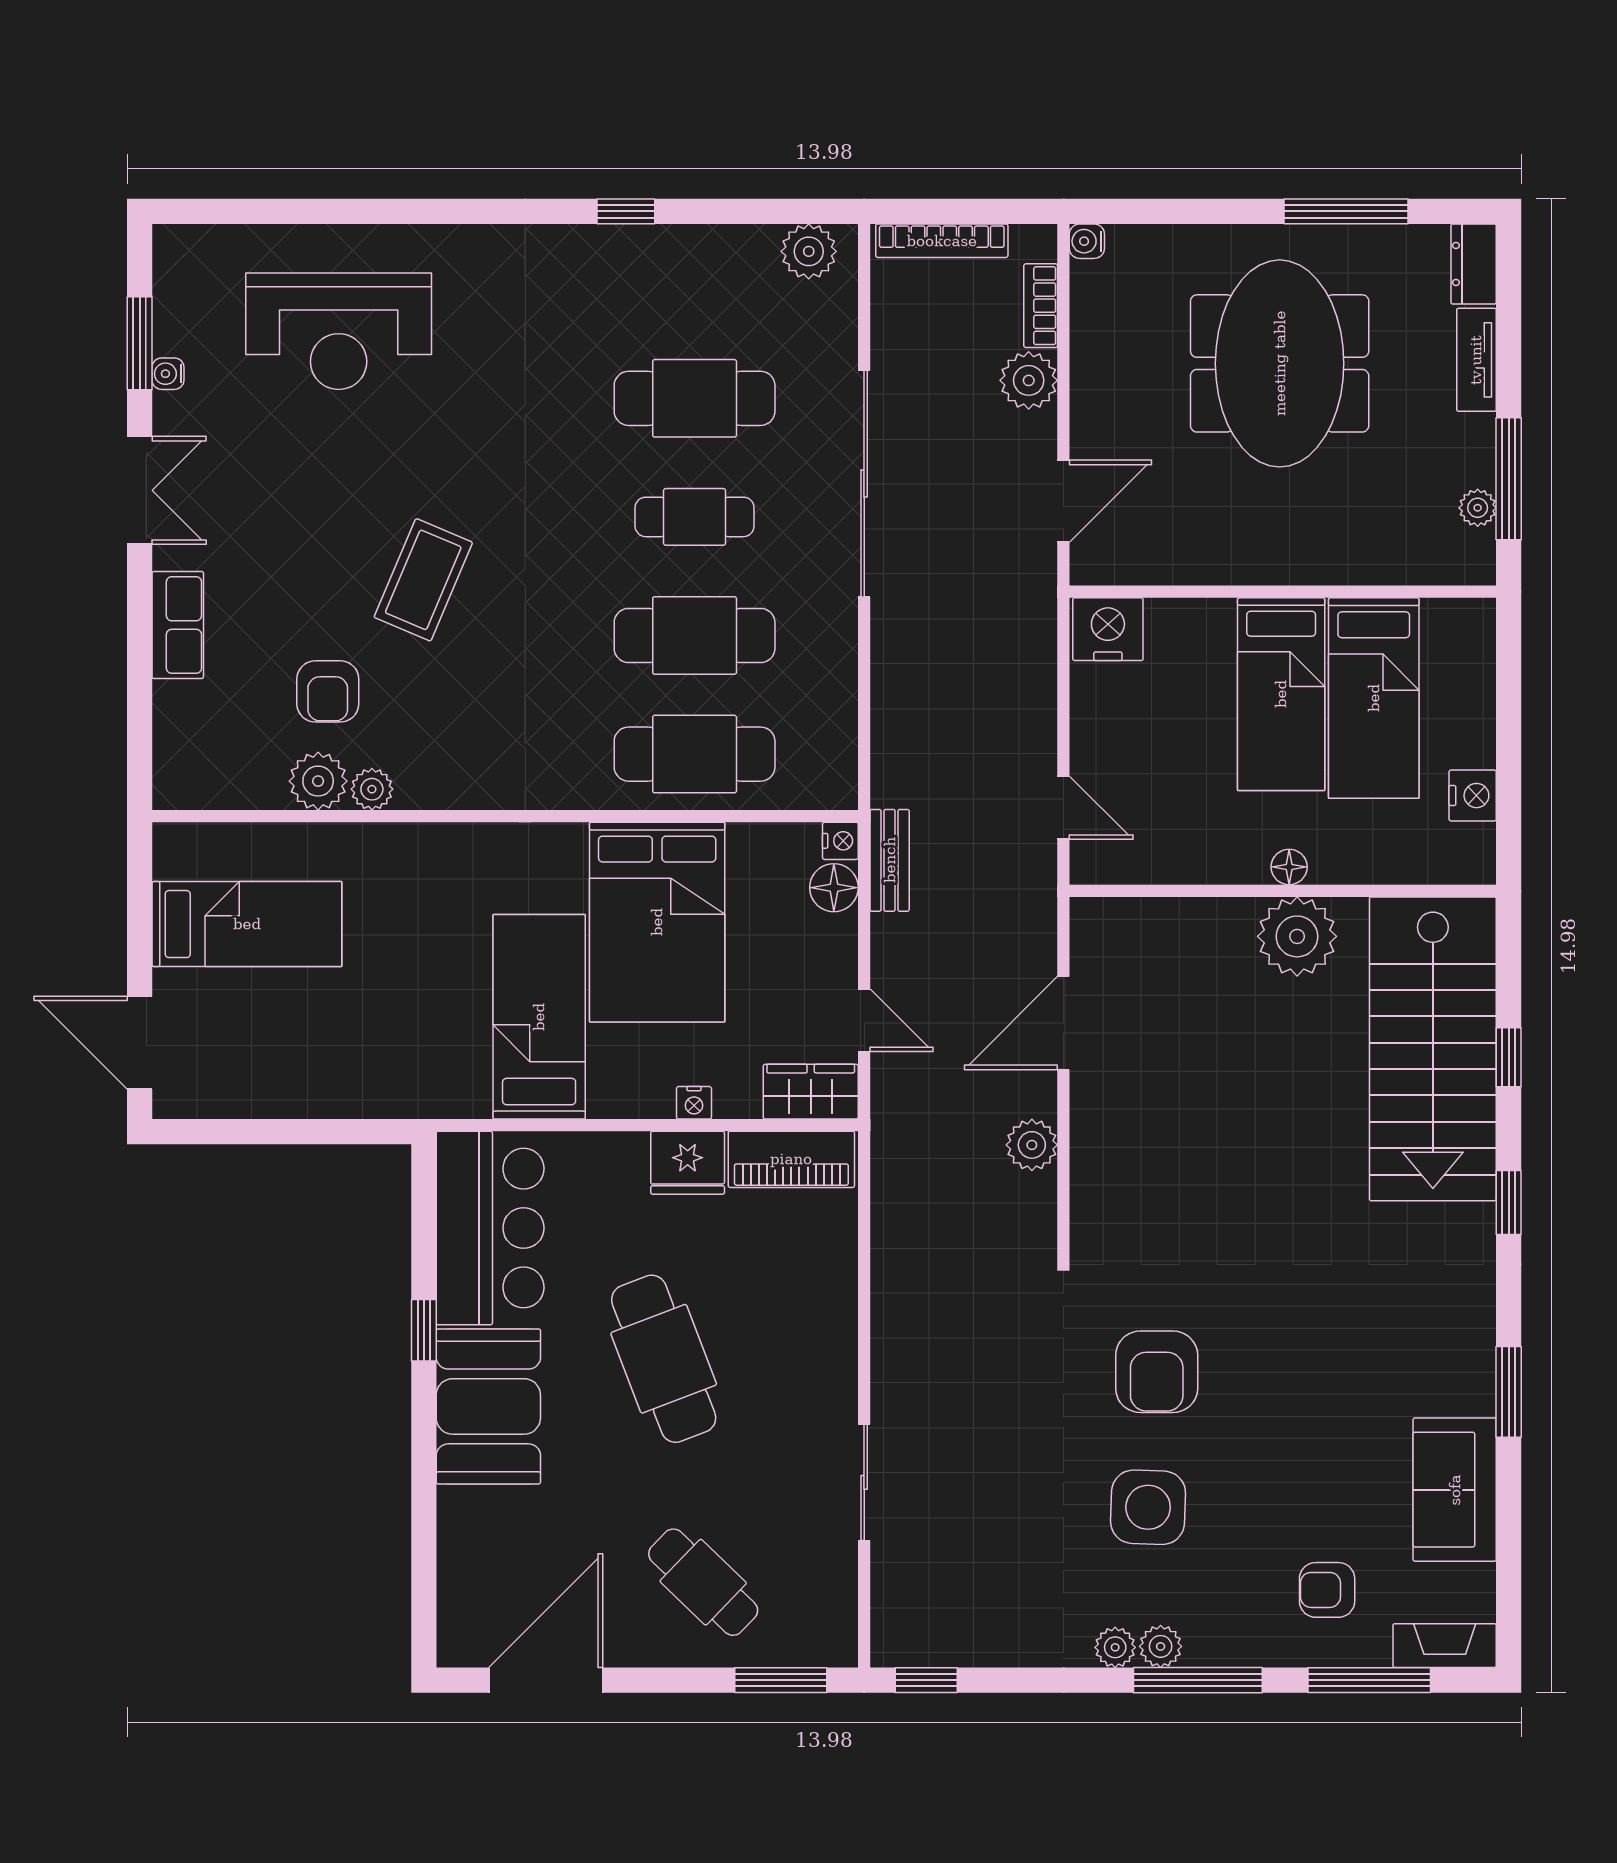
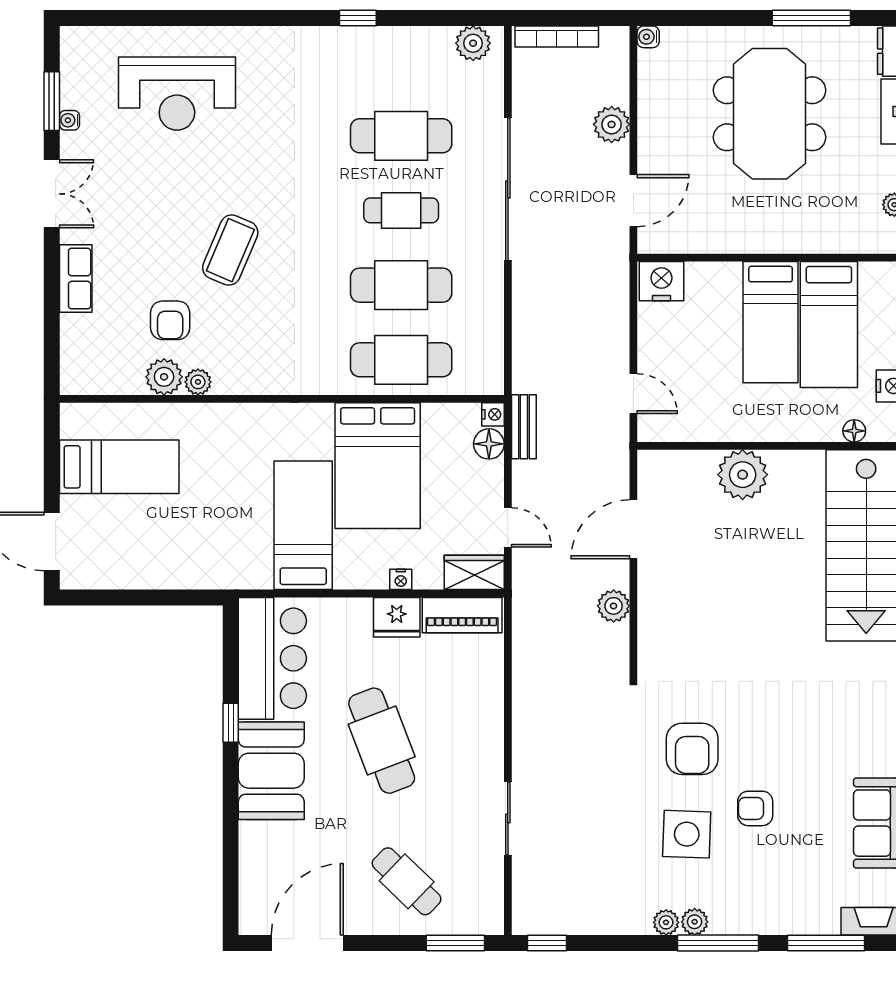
bookcase: (1041, 306) -> (619, 77), removed
floor lamp: (1289, 867) -> (854, 431), moved
plant: (1297, 936) -> (743, 475), moved
armchair: (1327, 1590) -> (755, 808), moved

